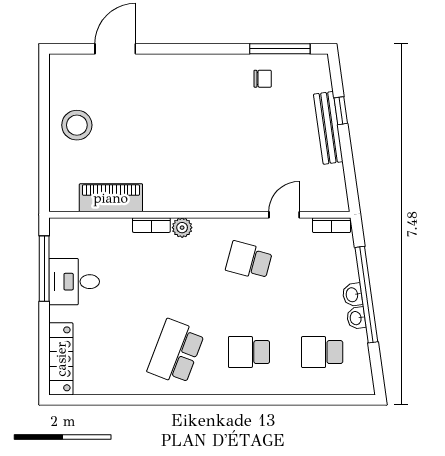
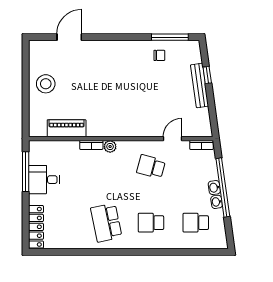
school desk: (176, 352) -> (106, 223), turned -33

